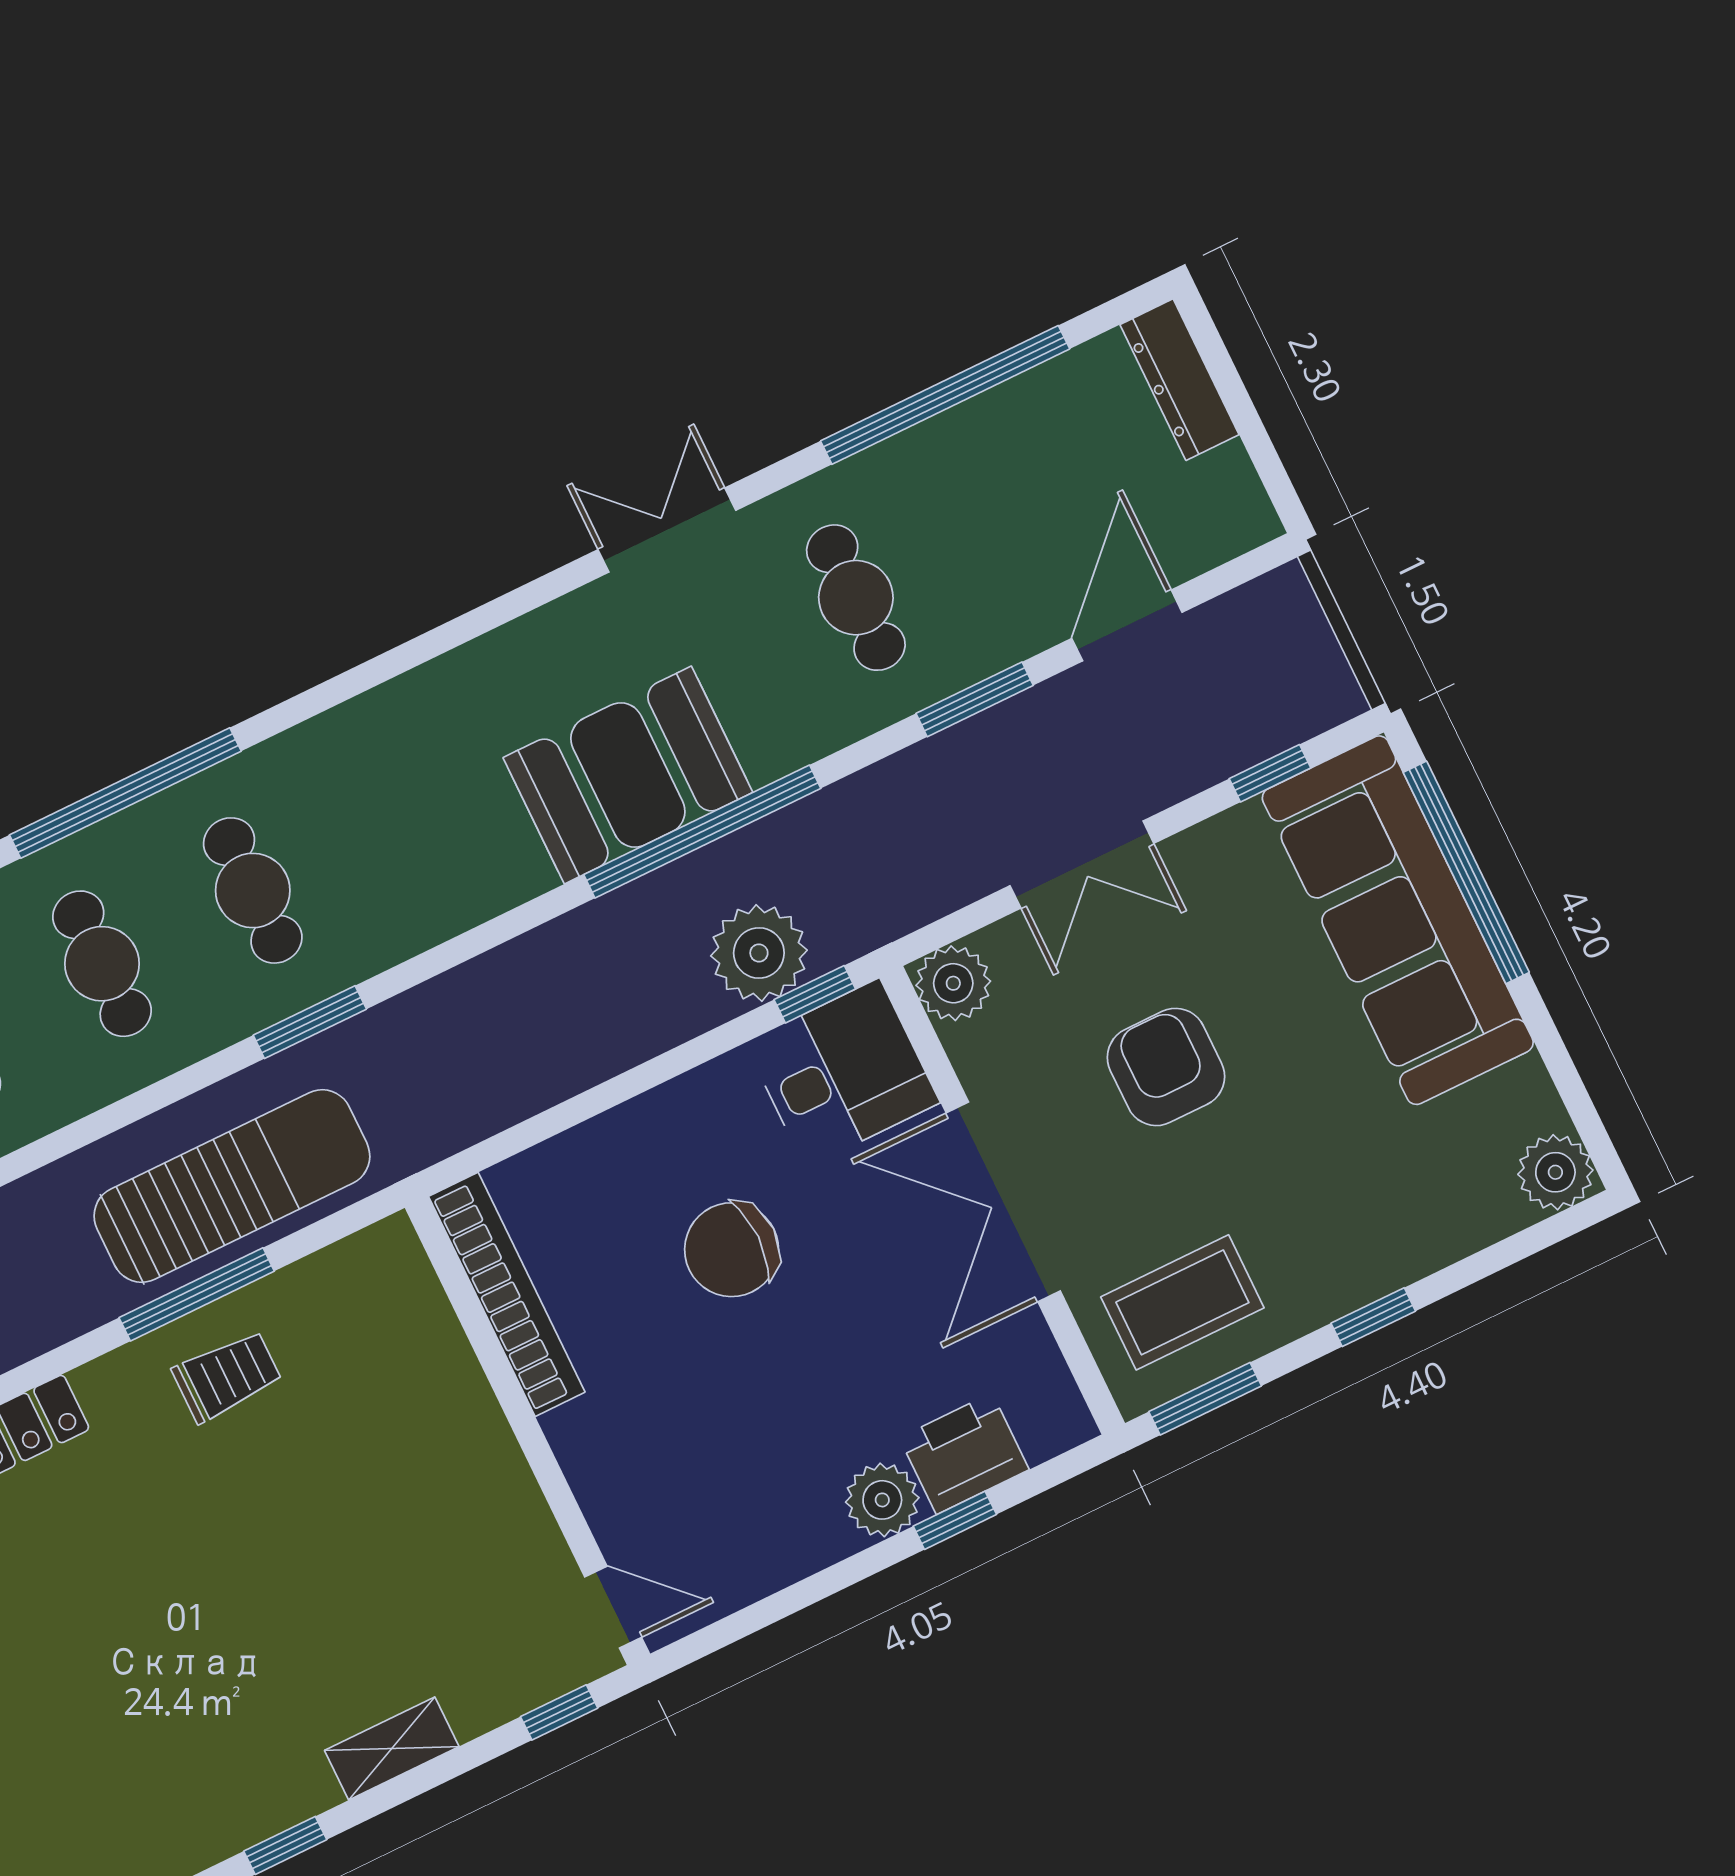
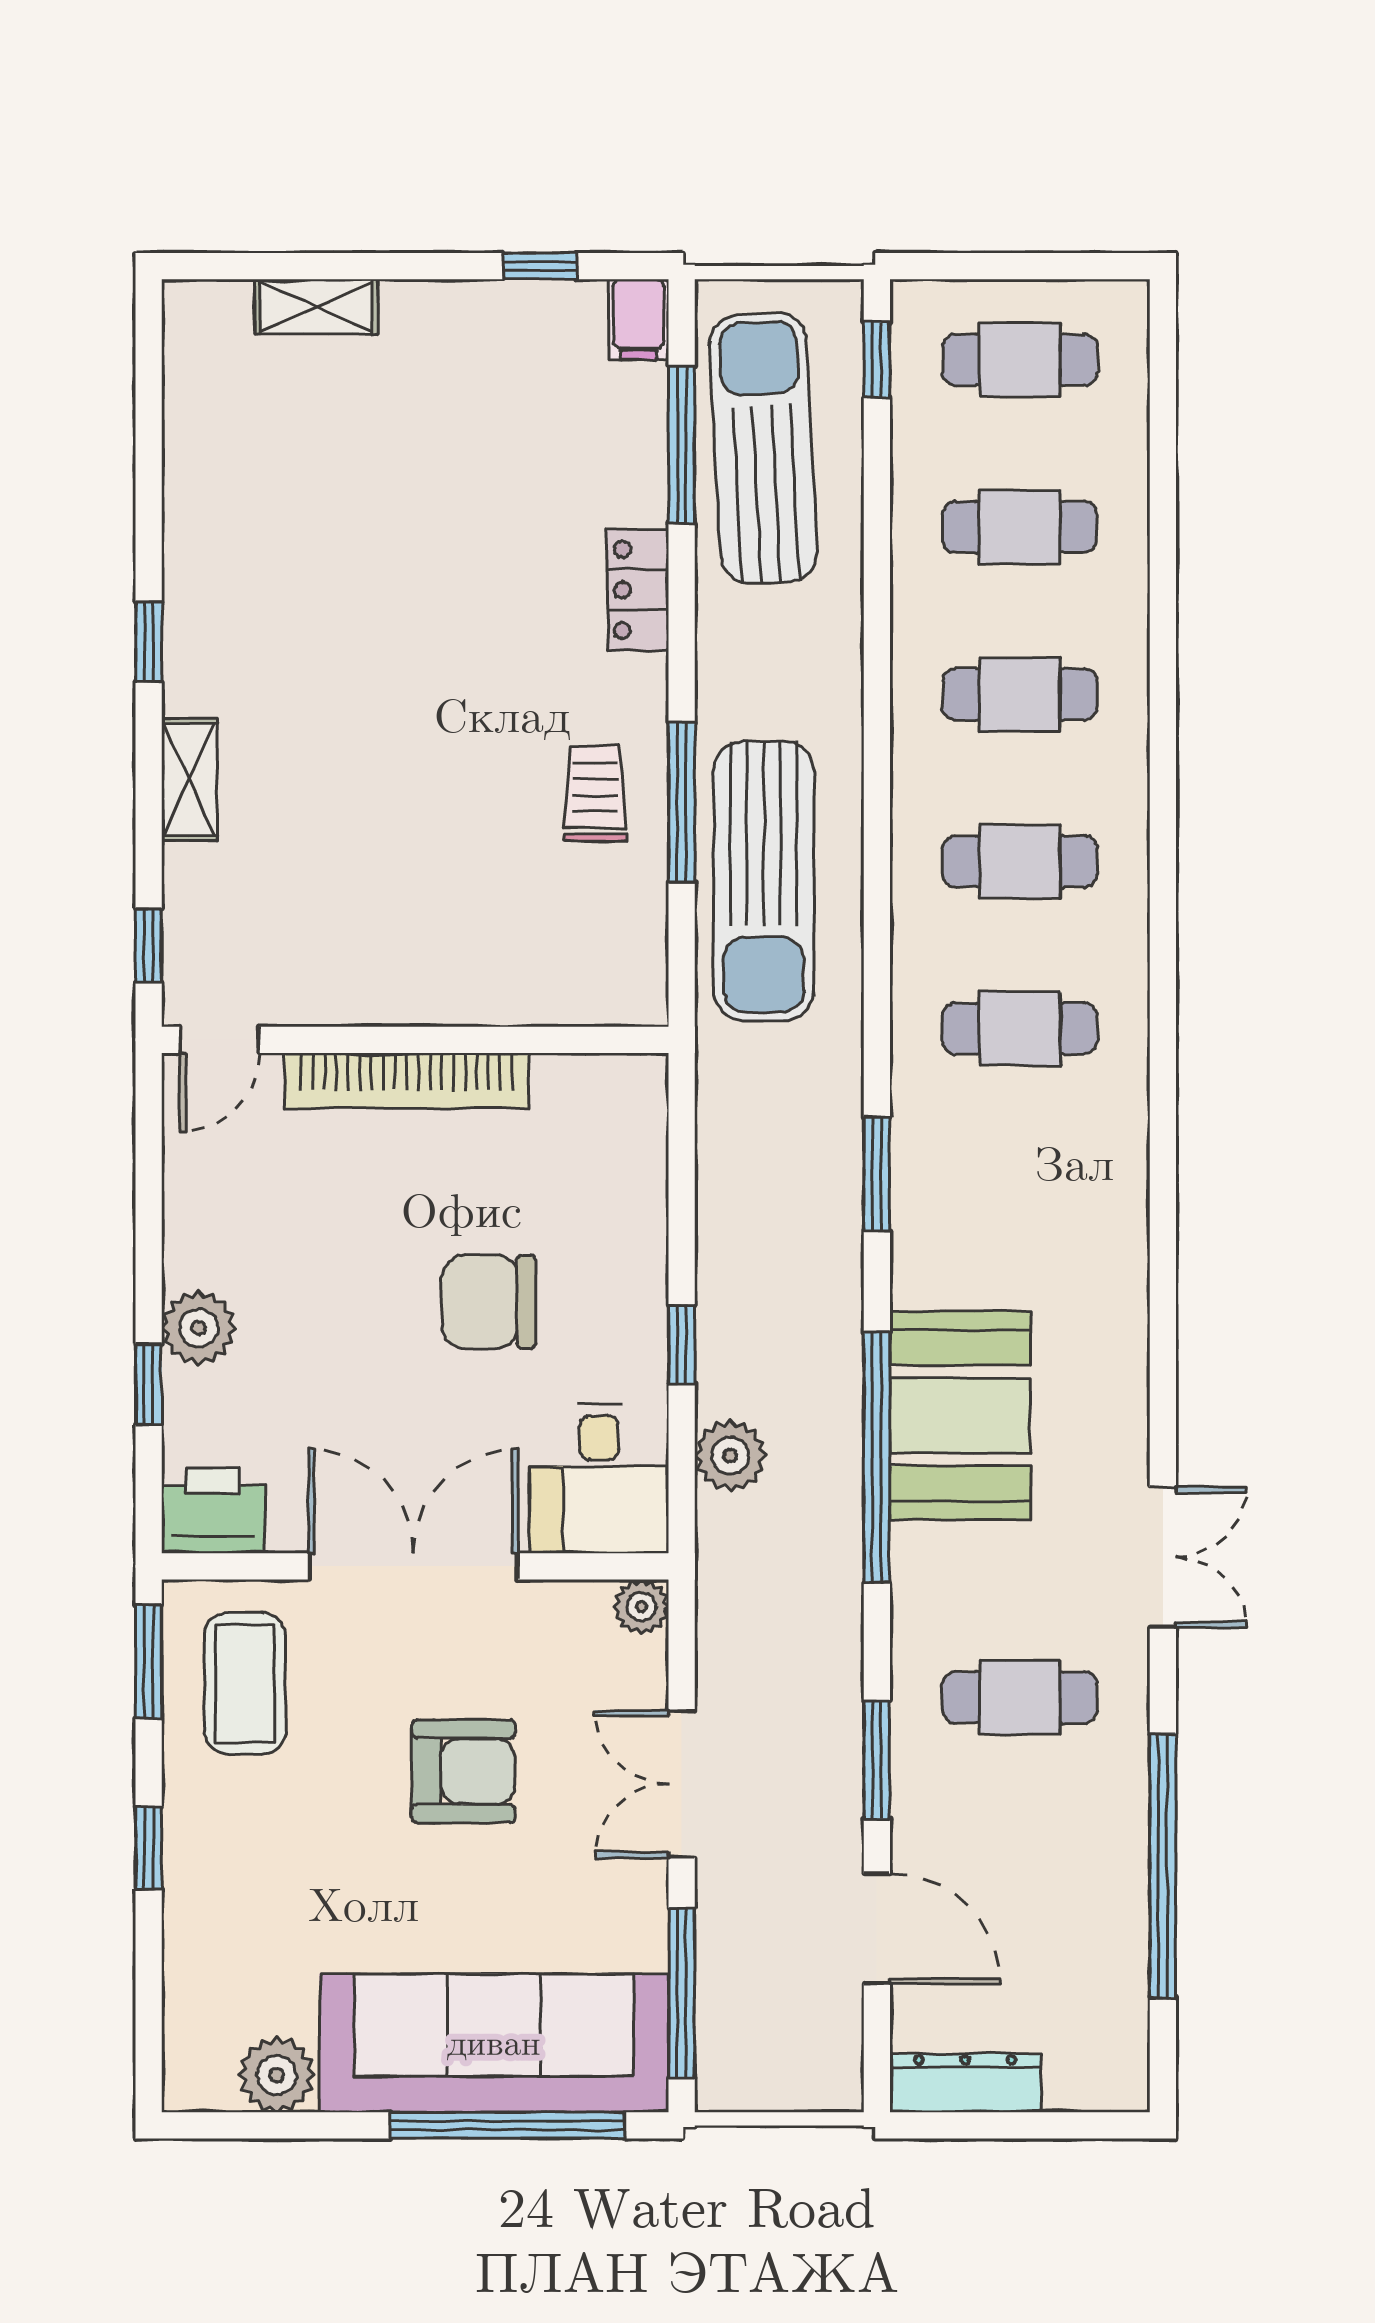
dresser: (1180, 380) -> (965, 2083), moved
window: (1270, 773) -> (682, 1993), width x2.17
window: (125, 793) -> (1163, 957), removed
plant: (759, 953) -> (730, 1456), width x0.73, depth x0.73
plant: (953, 983) -> (641, 1607), width x0.73, depth x0.73
window: (815, 994) -> (682, 1345), moved
window: (310, 1022) -> (877, 1174), moved
plant: (1555, 1172) -> (277, 2075), moved
chair: (732, 1250) -> (489, 1302), turned -90
bookcase: (507, 1294) -> (407, 1080), moved
trolley: (227, 1376) -> (595, 794), turned 180
printer: (964, 1454) -> (213, 1511), moved, turned -90

